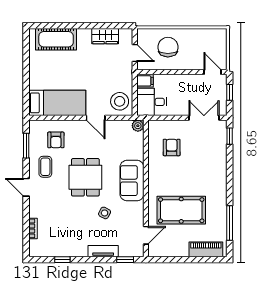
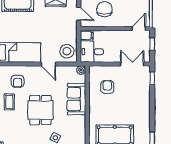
door: (212, 72) -> (139, 29), hinge flipped
sofa: (132, 181) -> (77, 99), moved

